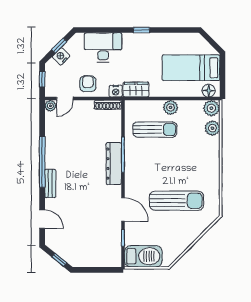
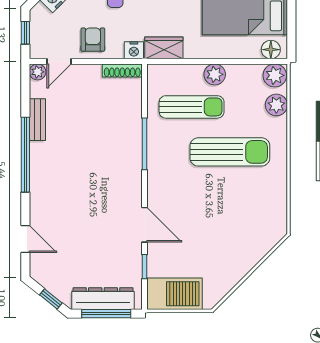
dresser: (114, 164) -> (103, 299), moved, turned 90
bench: (50, 183) -> (37, 120), moved
sun lounger: (177, 201) -> (230, 152), moved
window: (97, 270) -> (106, 314), added

